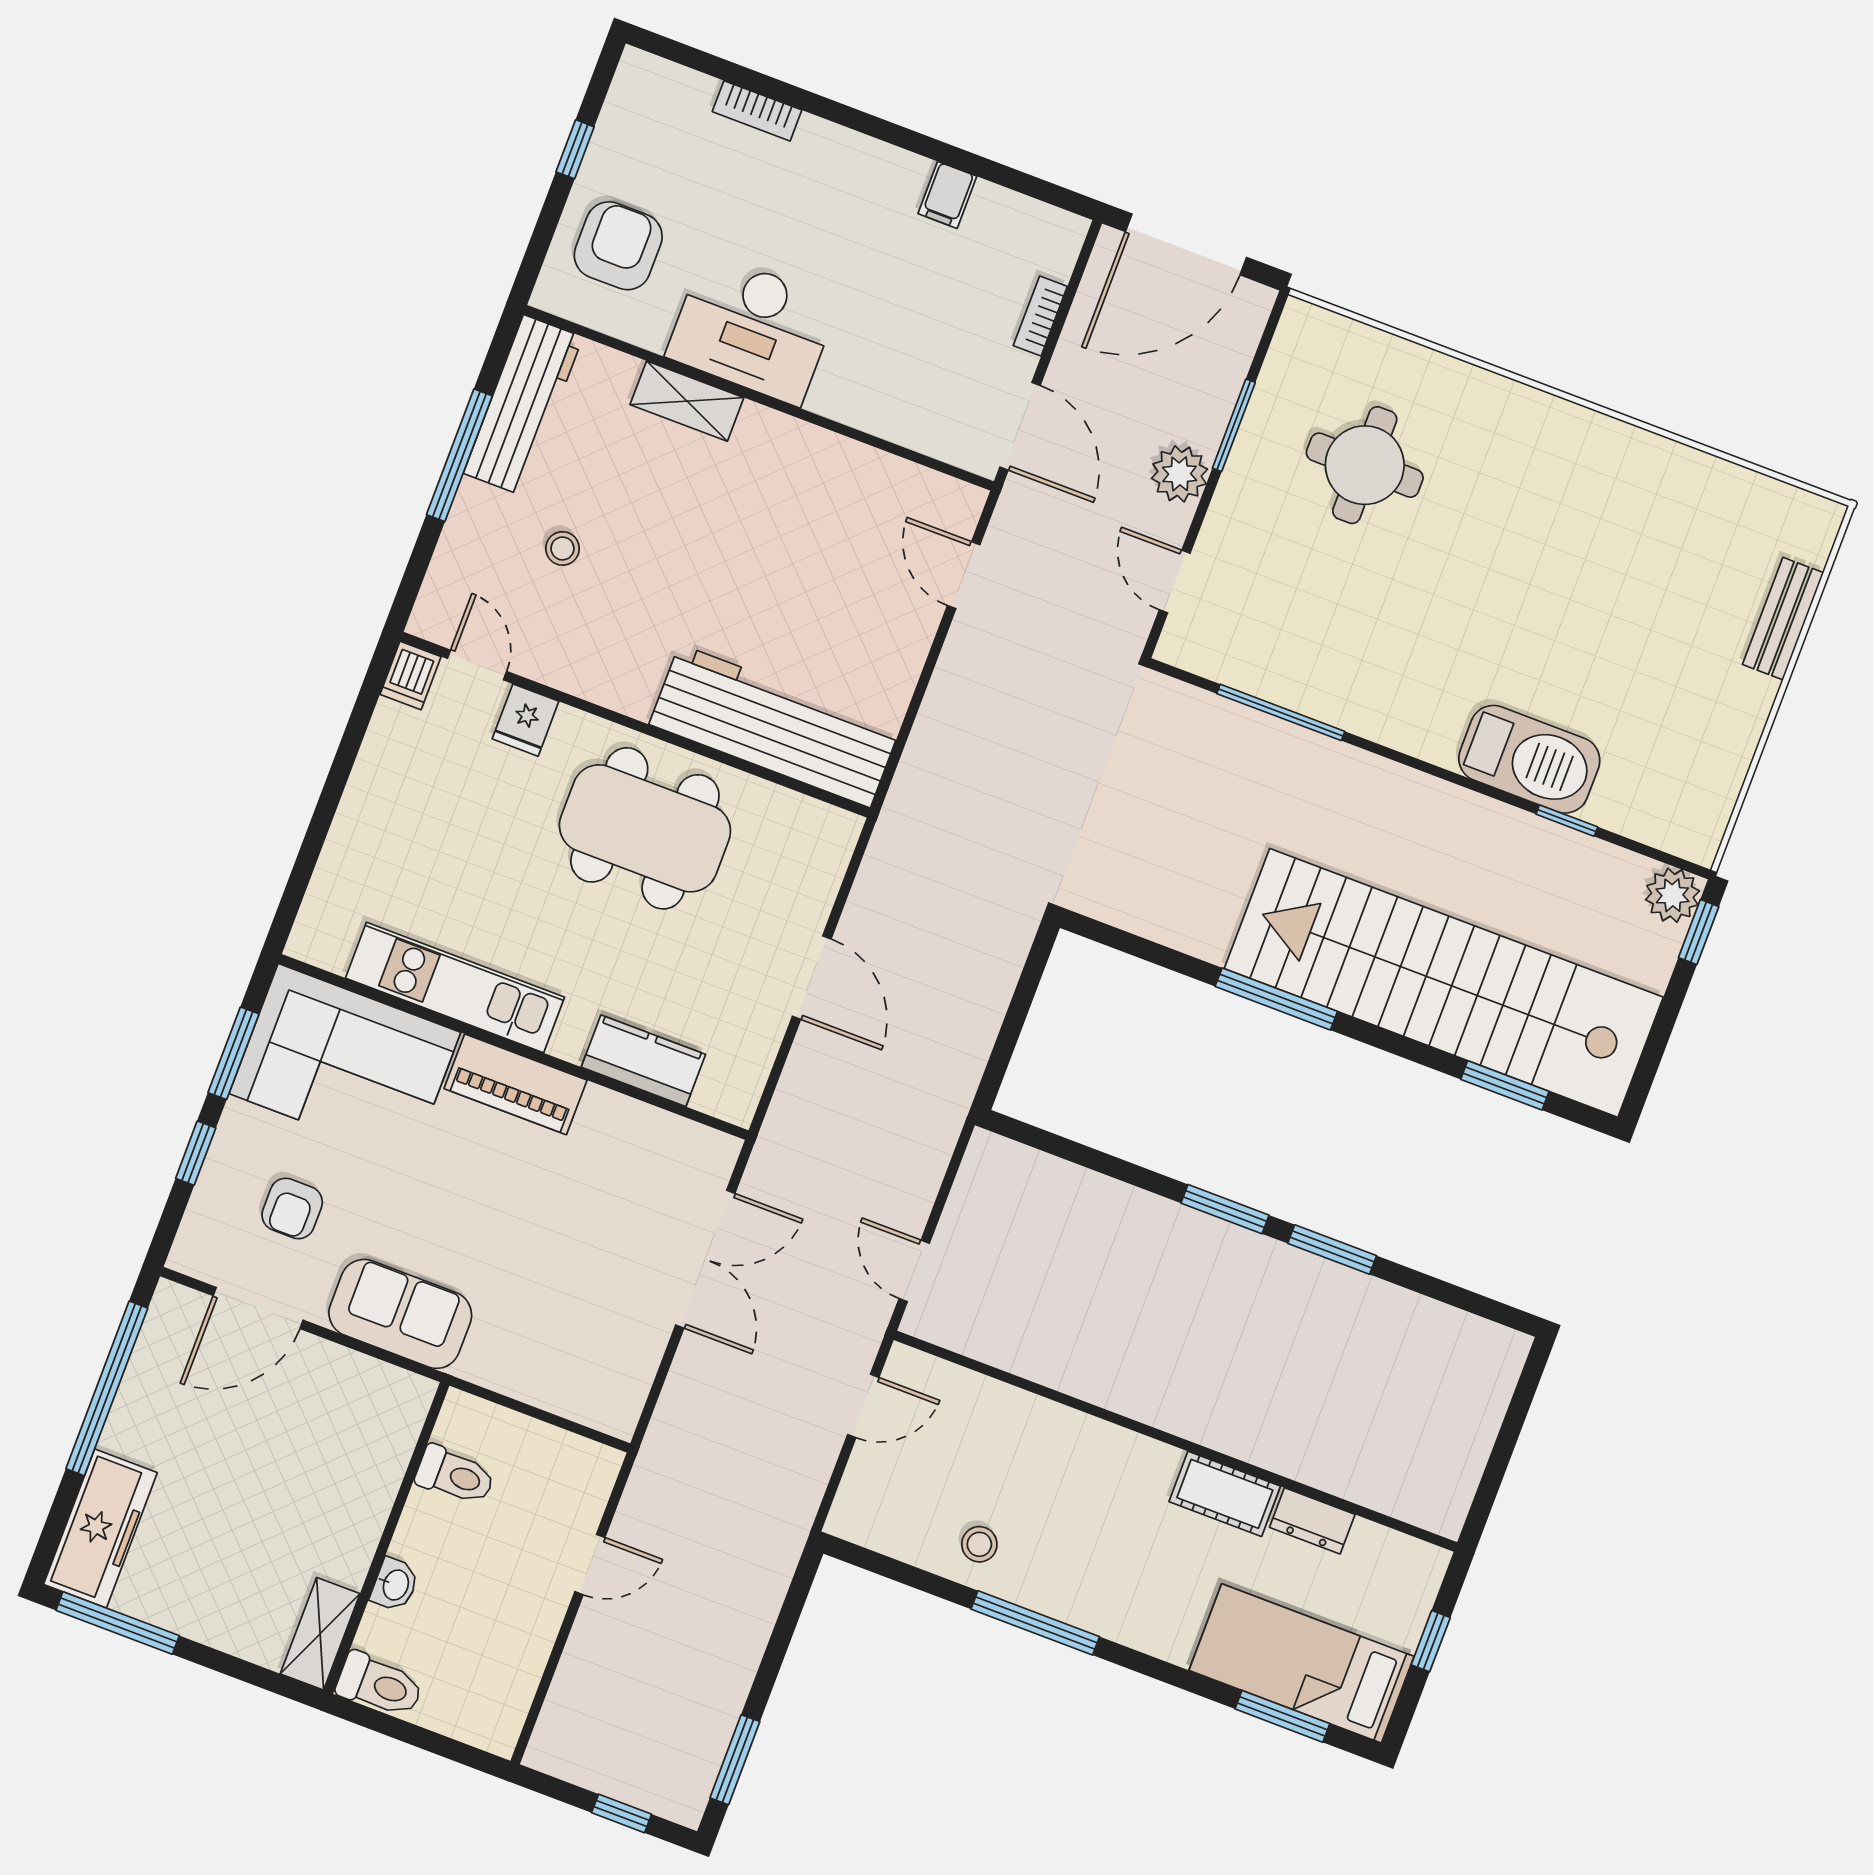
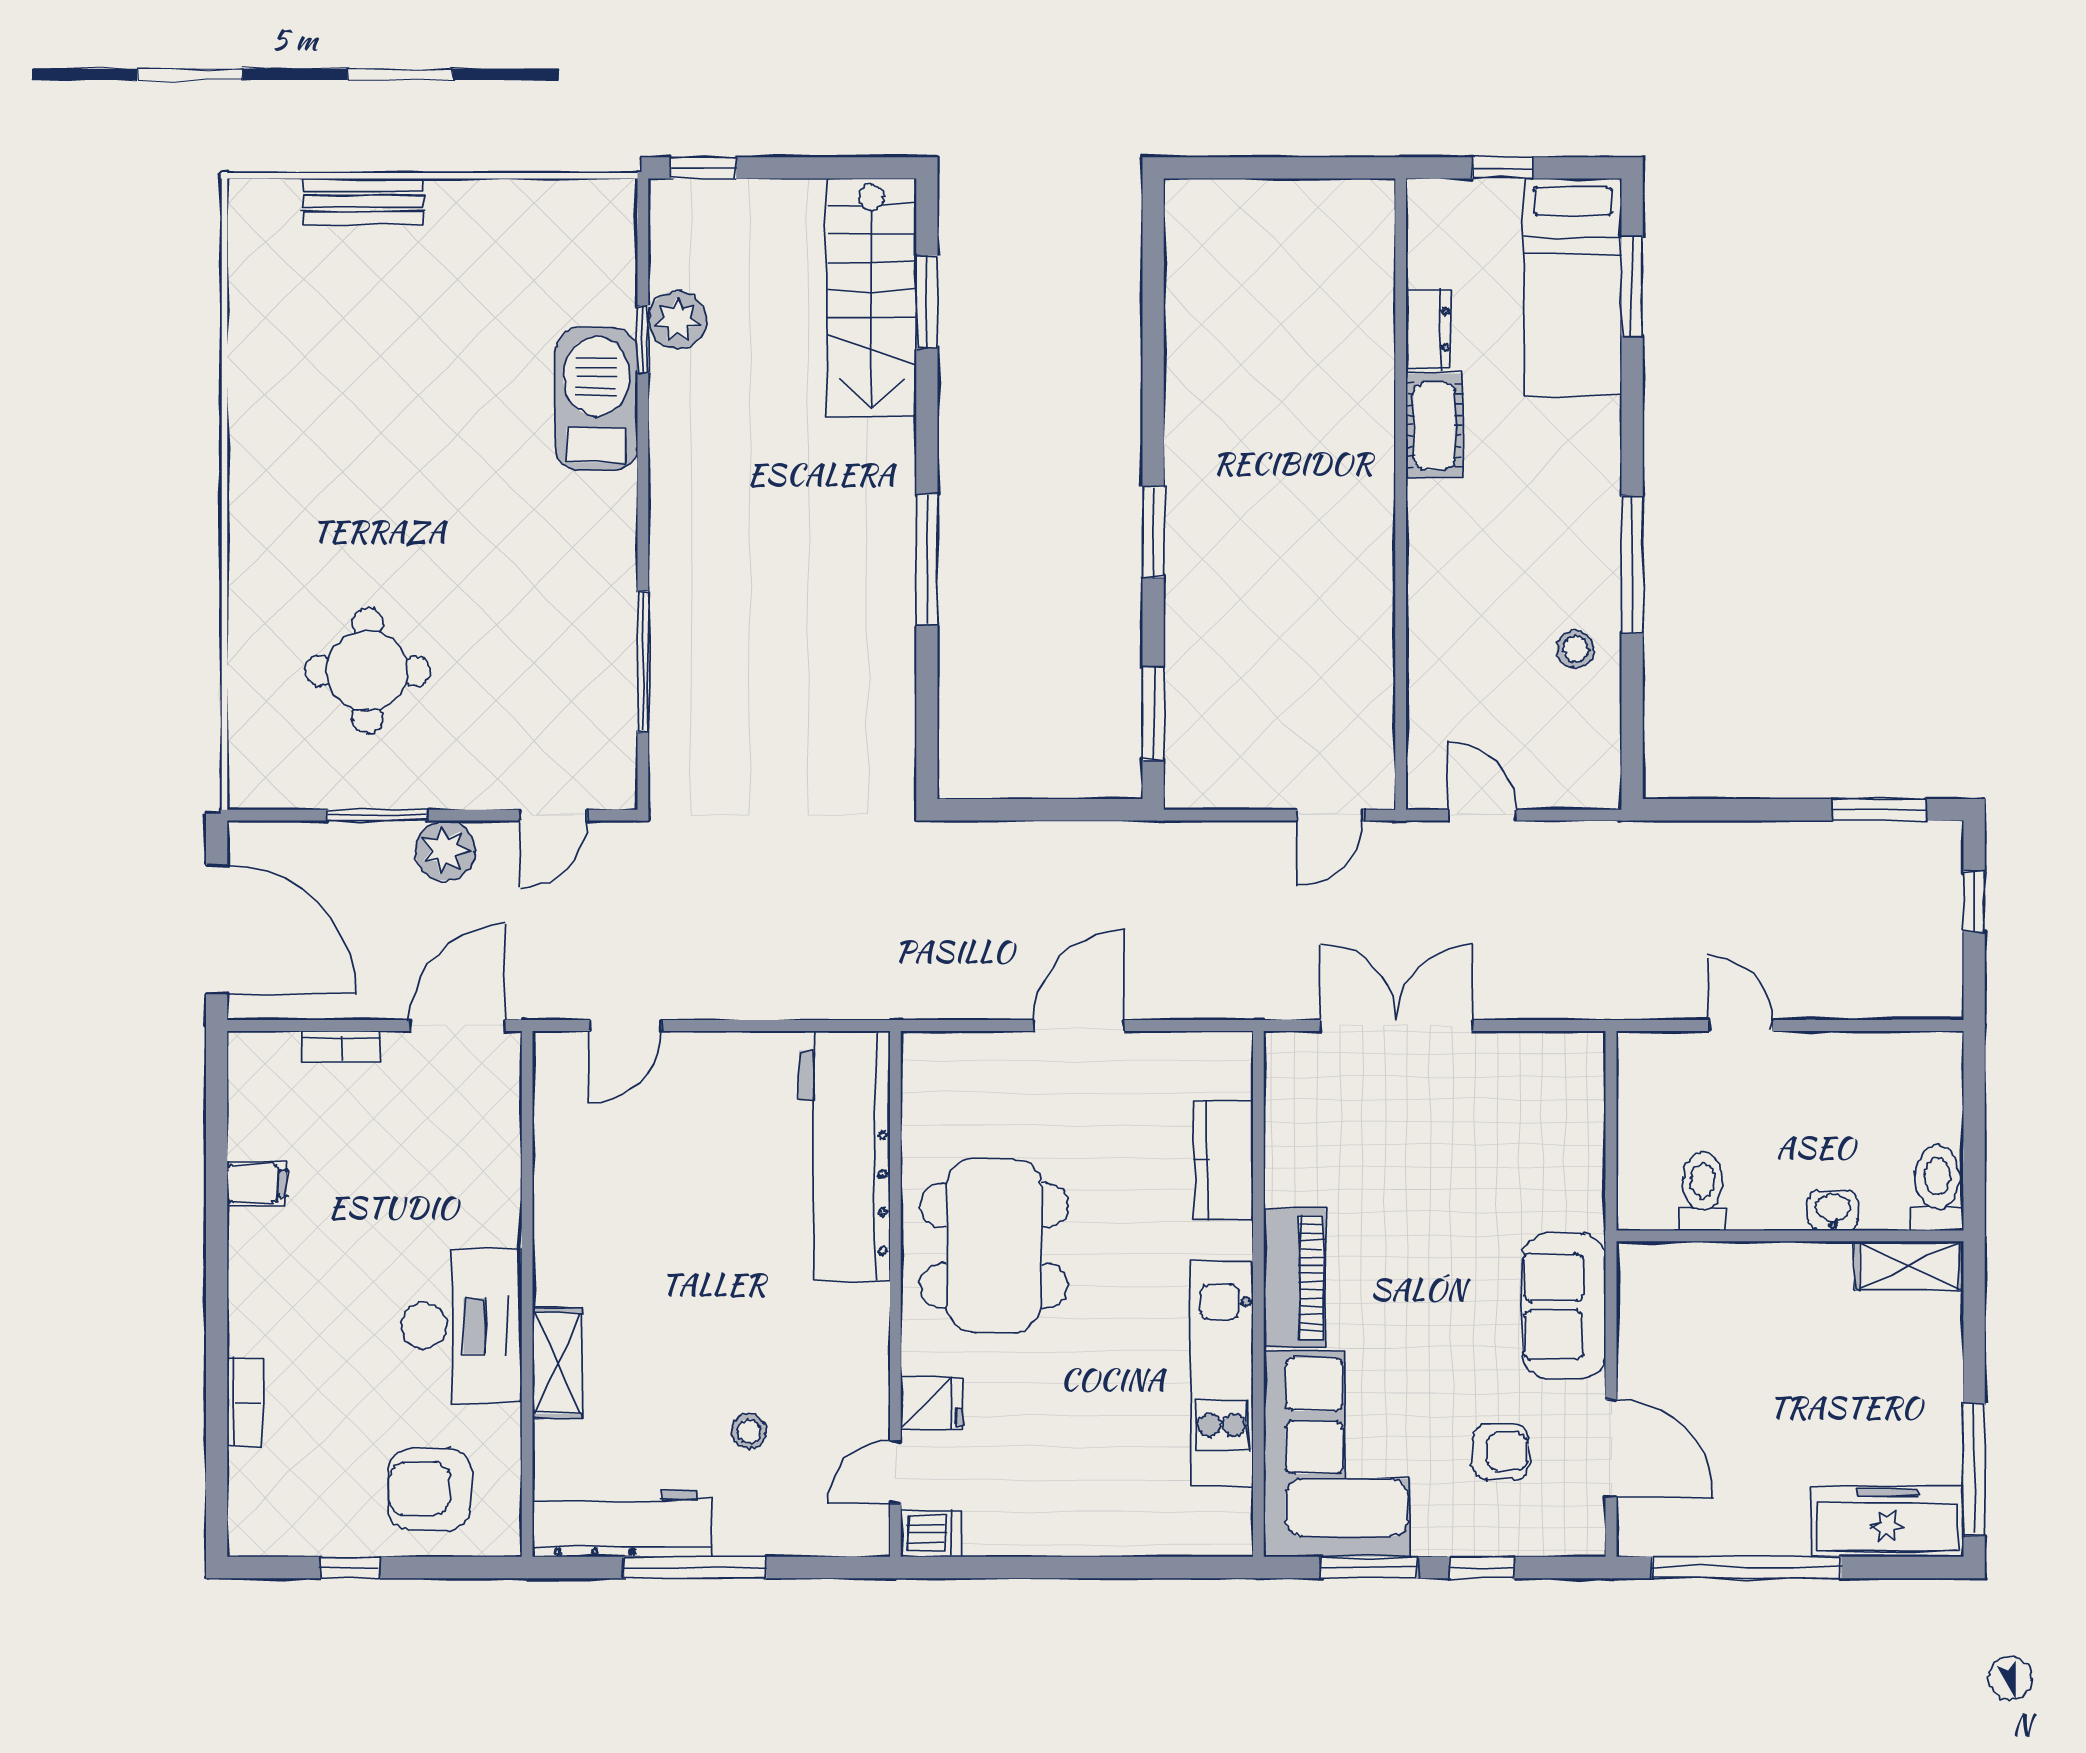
plant: (1672, 895) -> (677, 320), moved
stairs: (1444, 983) -> (871, 298), width x0.54, depth x0.66
window: (1332, 1250) -> (1153, 714), moved

